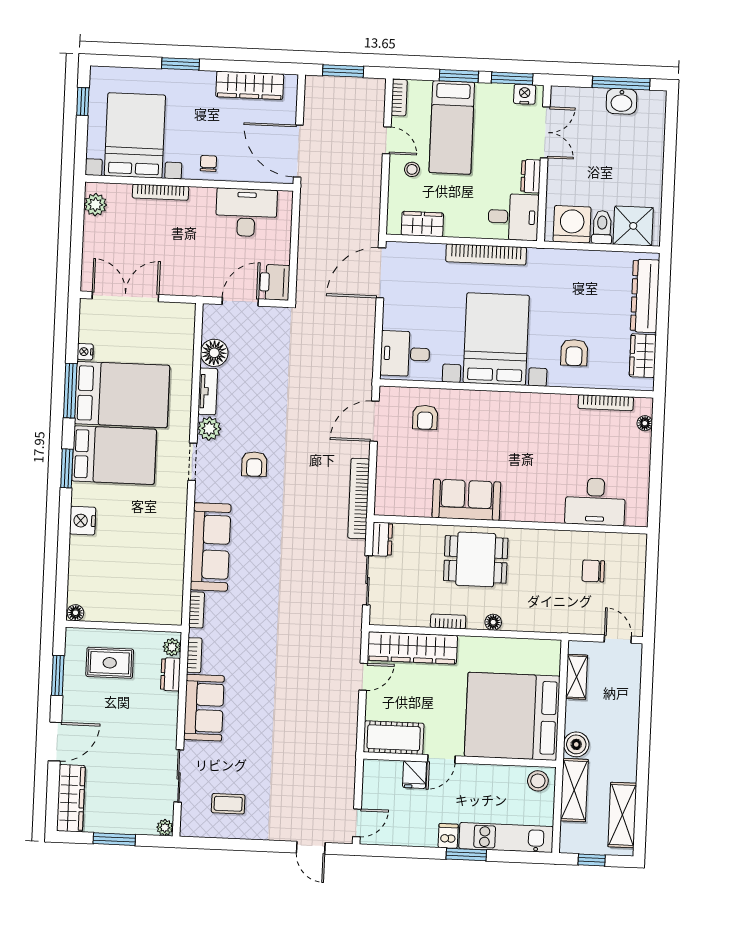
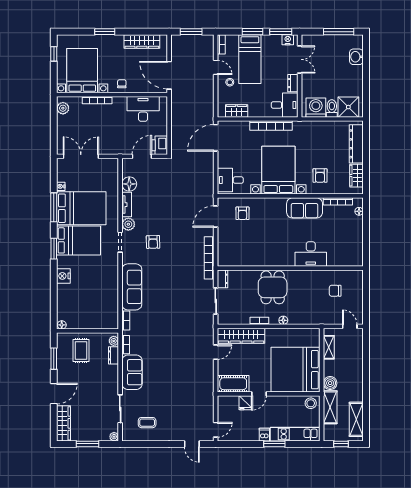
washbasin: (621, 101) -> (356, 57), moved, turned 90
sofa: (466, 500) -> (305, 208), moved, turned 180
desk: (595, 502) -> (311, 254), moved
dining table: (476, 559) -> (273, 287), turned 90
rug: (110, 663) -> (81, 351), turned 90

